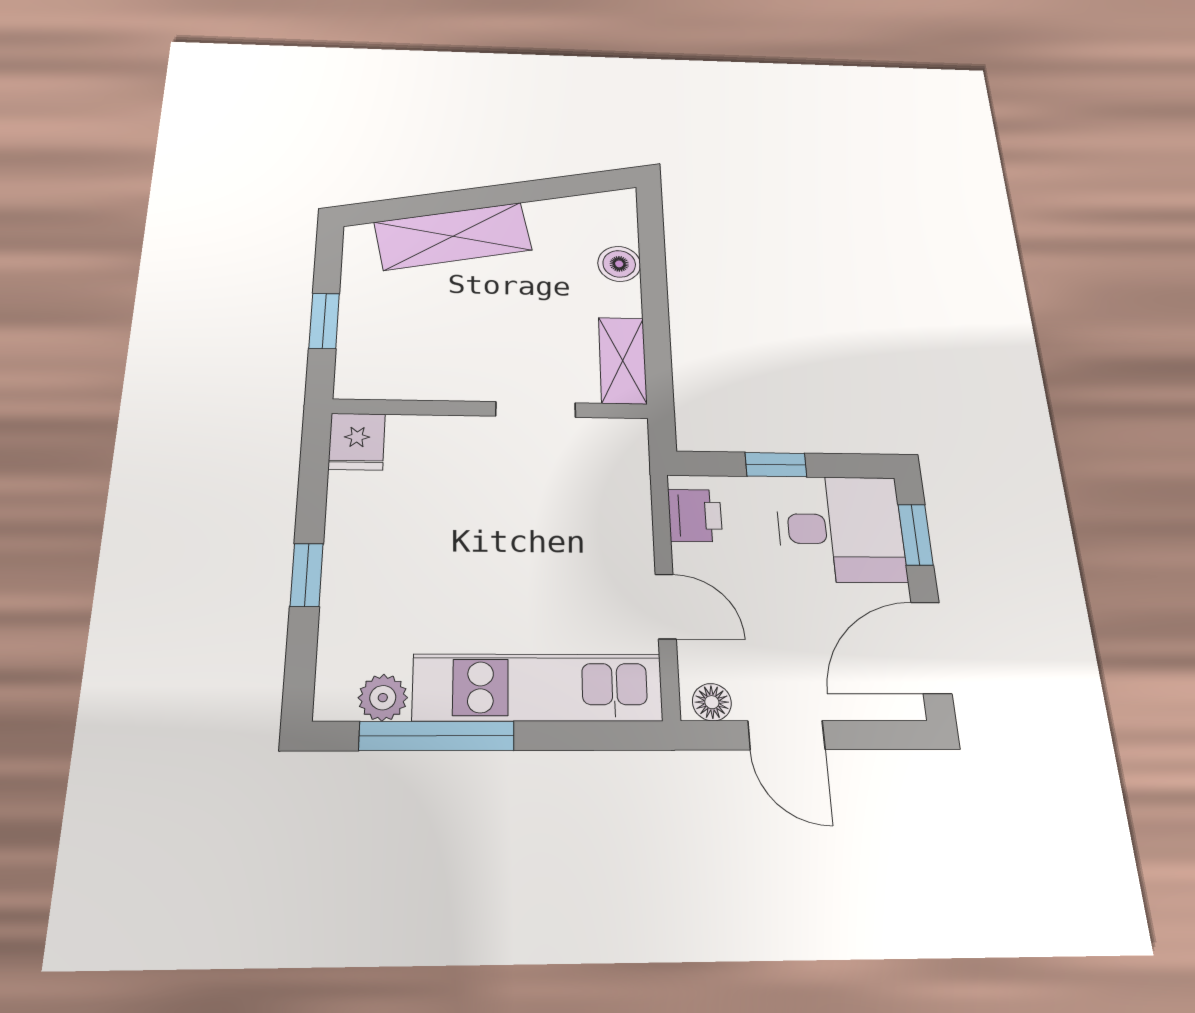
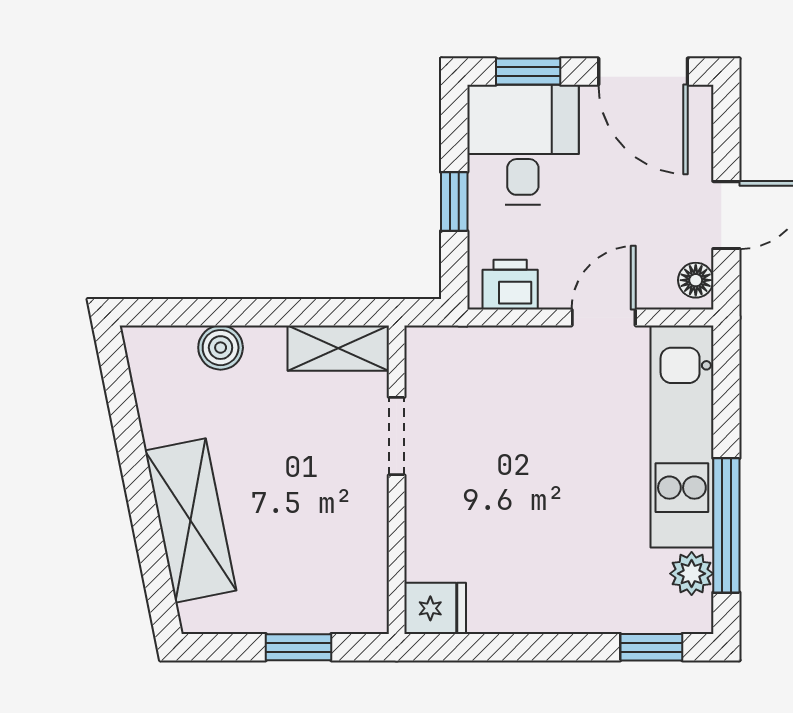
window: (307, 575) -> (651, 647), moved

